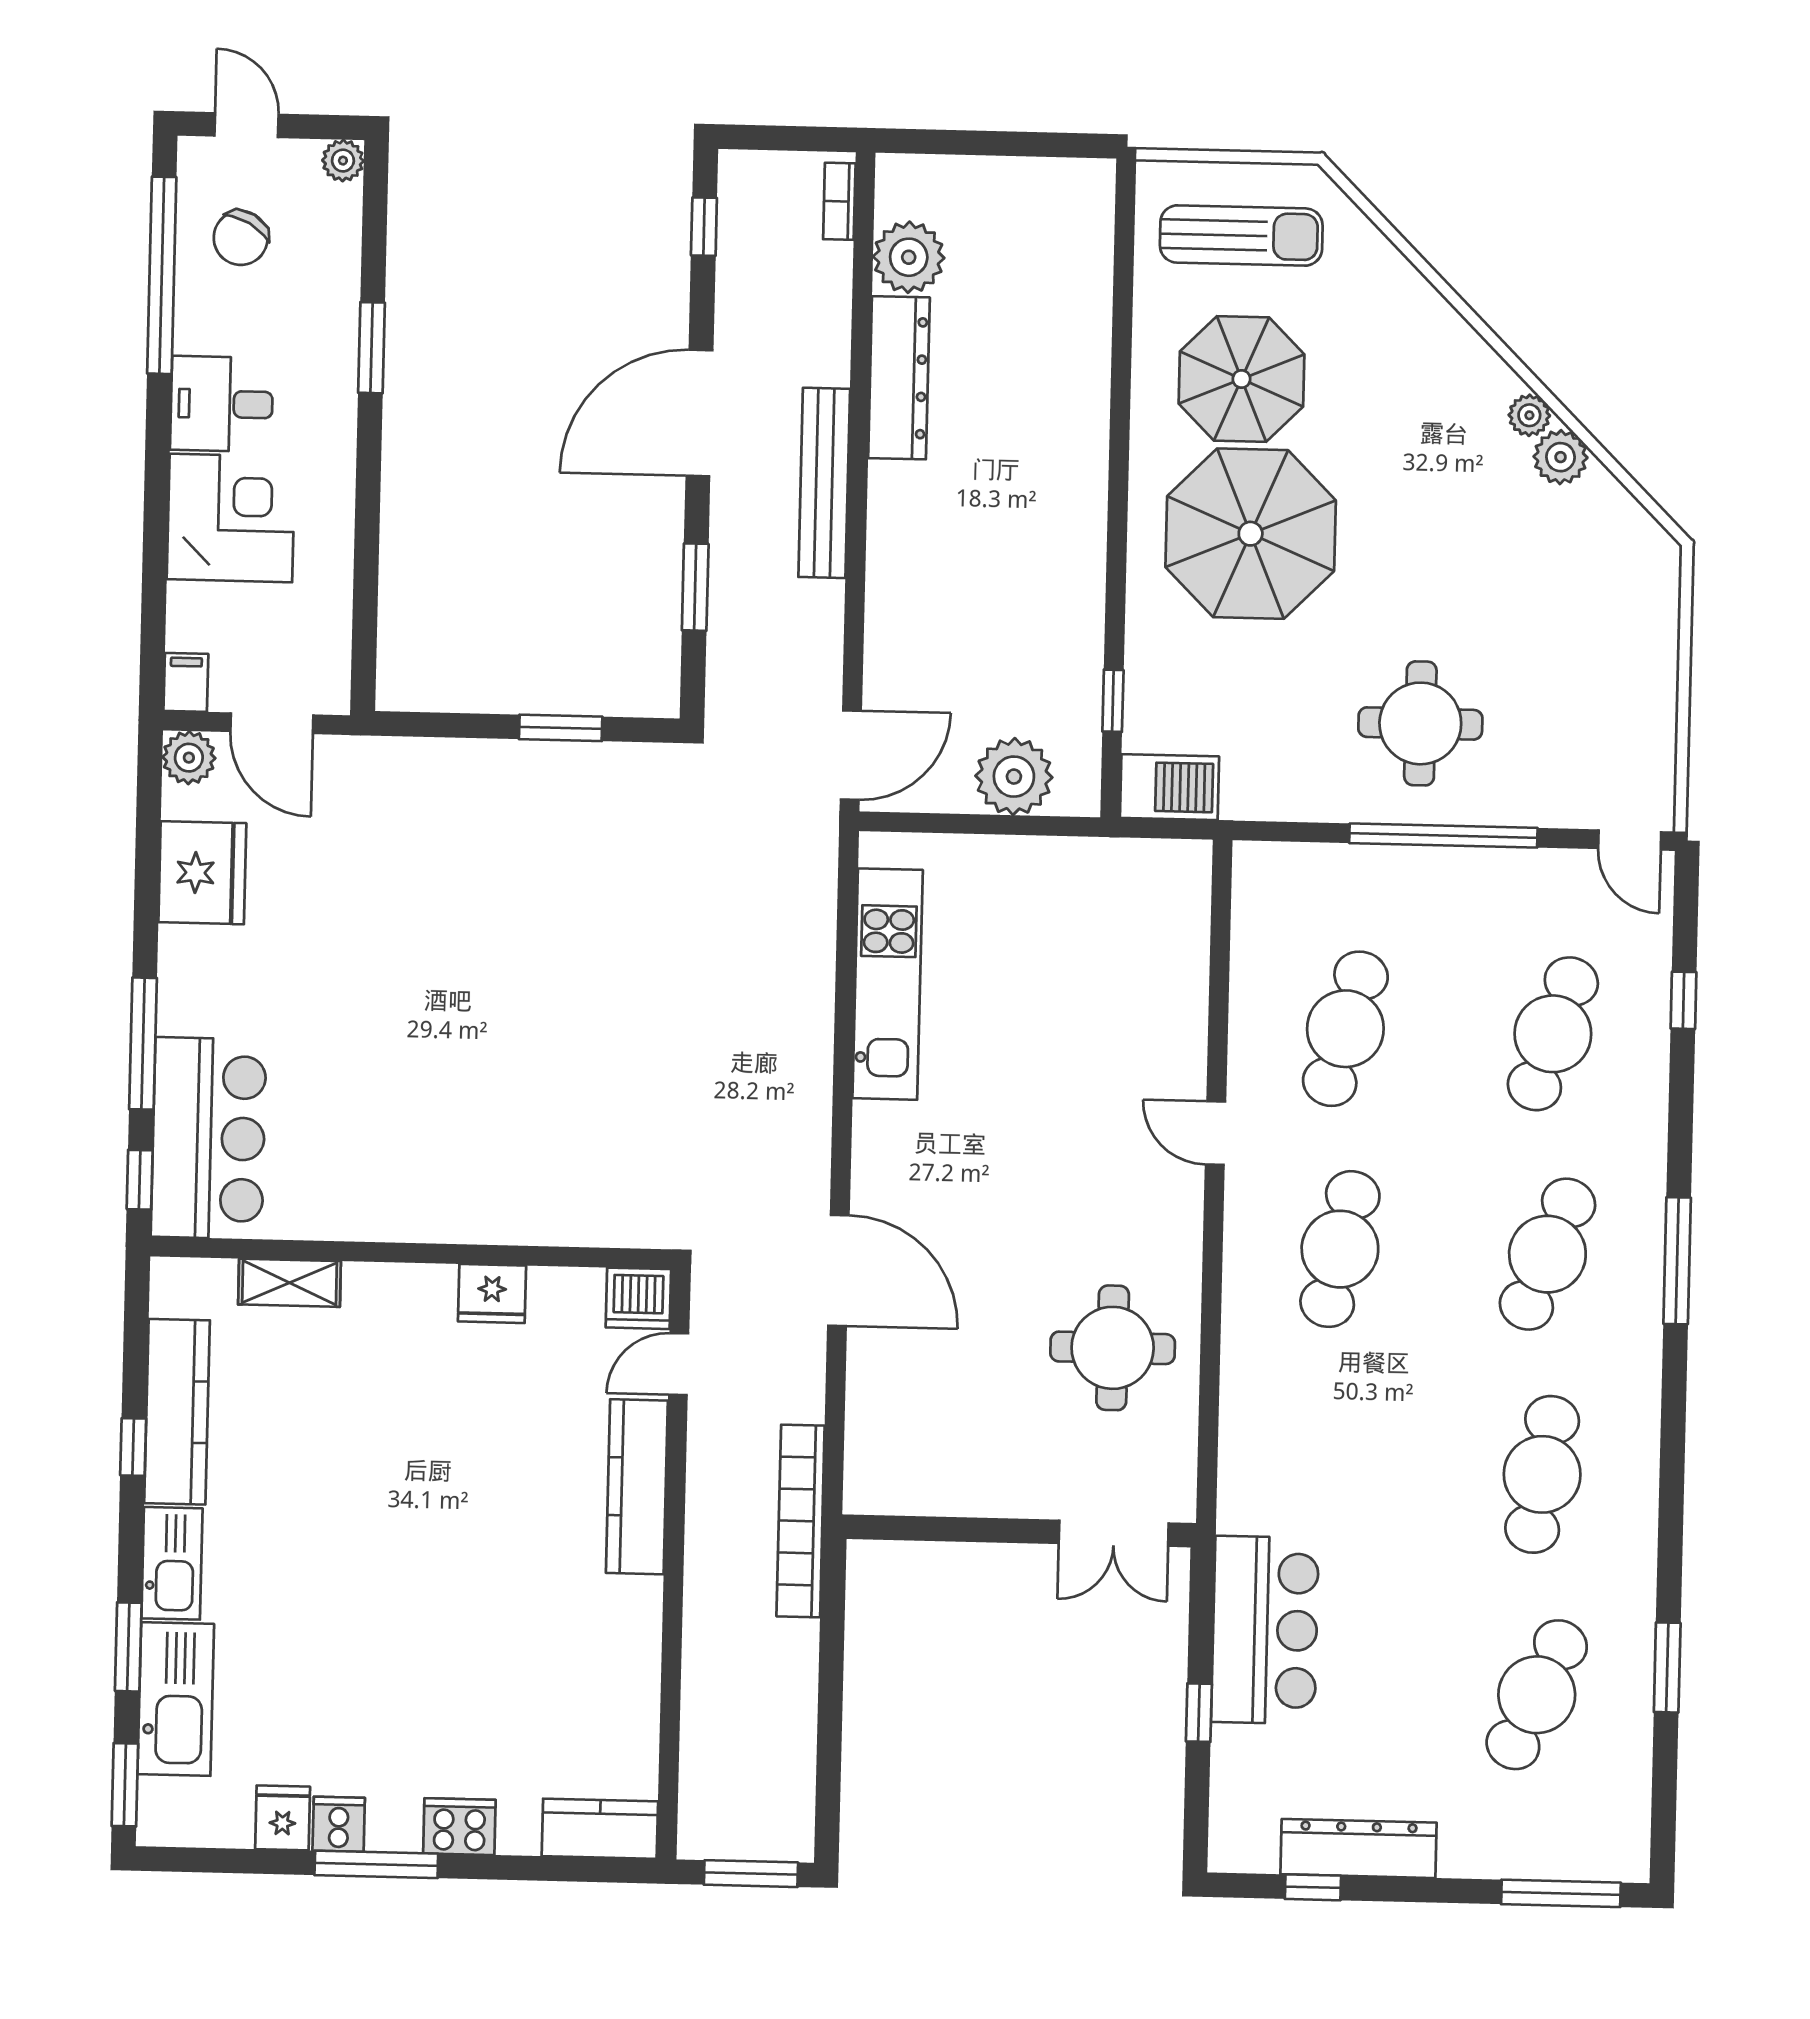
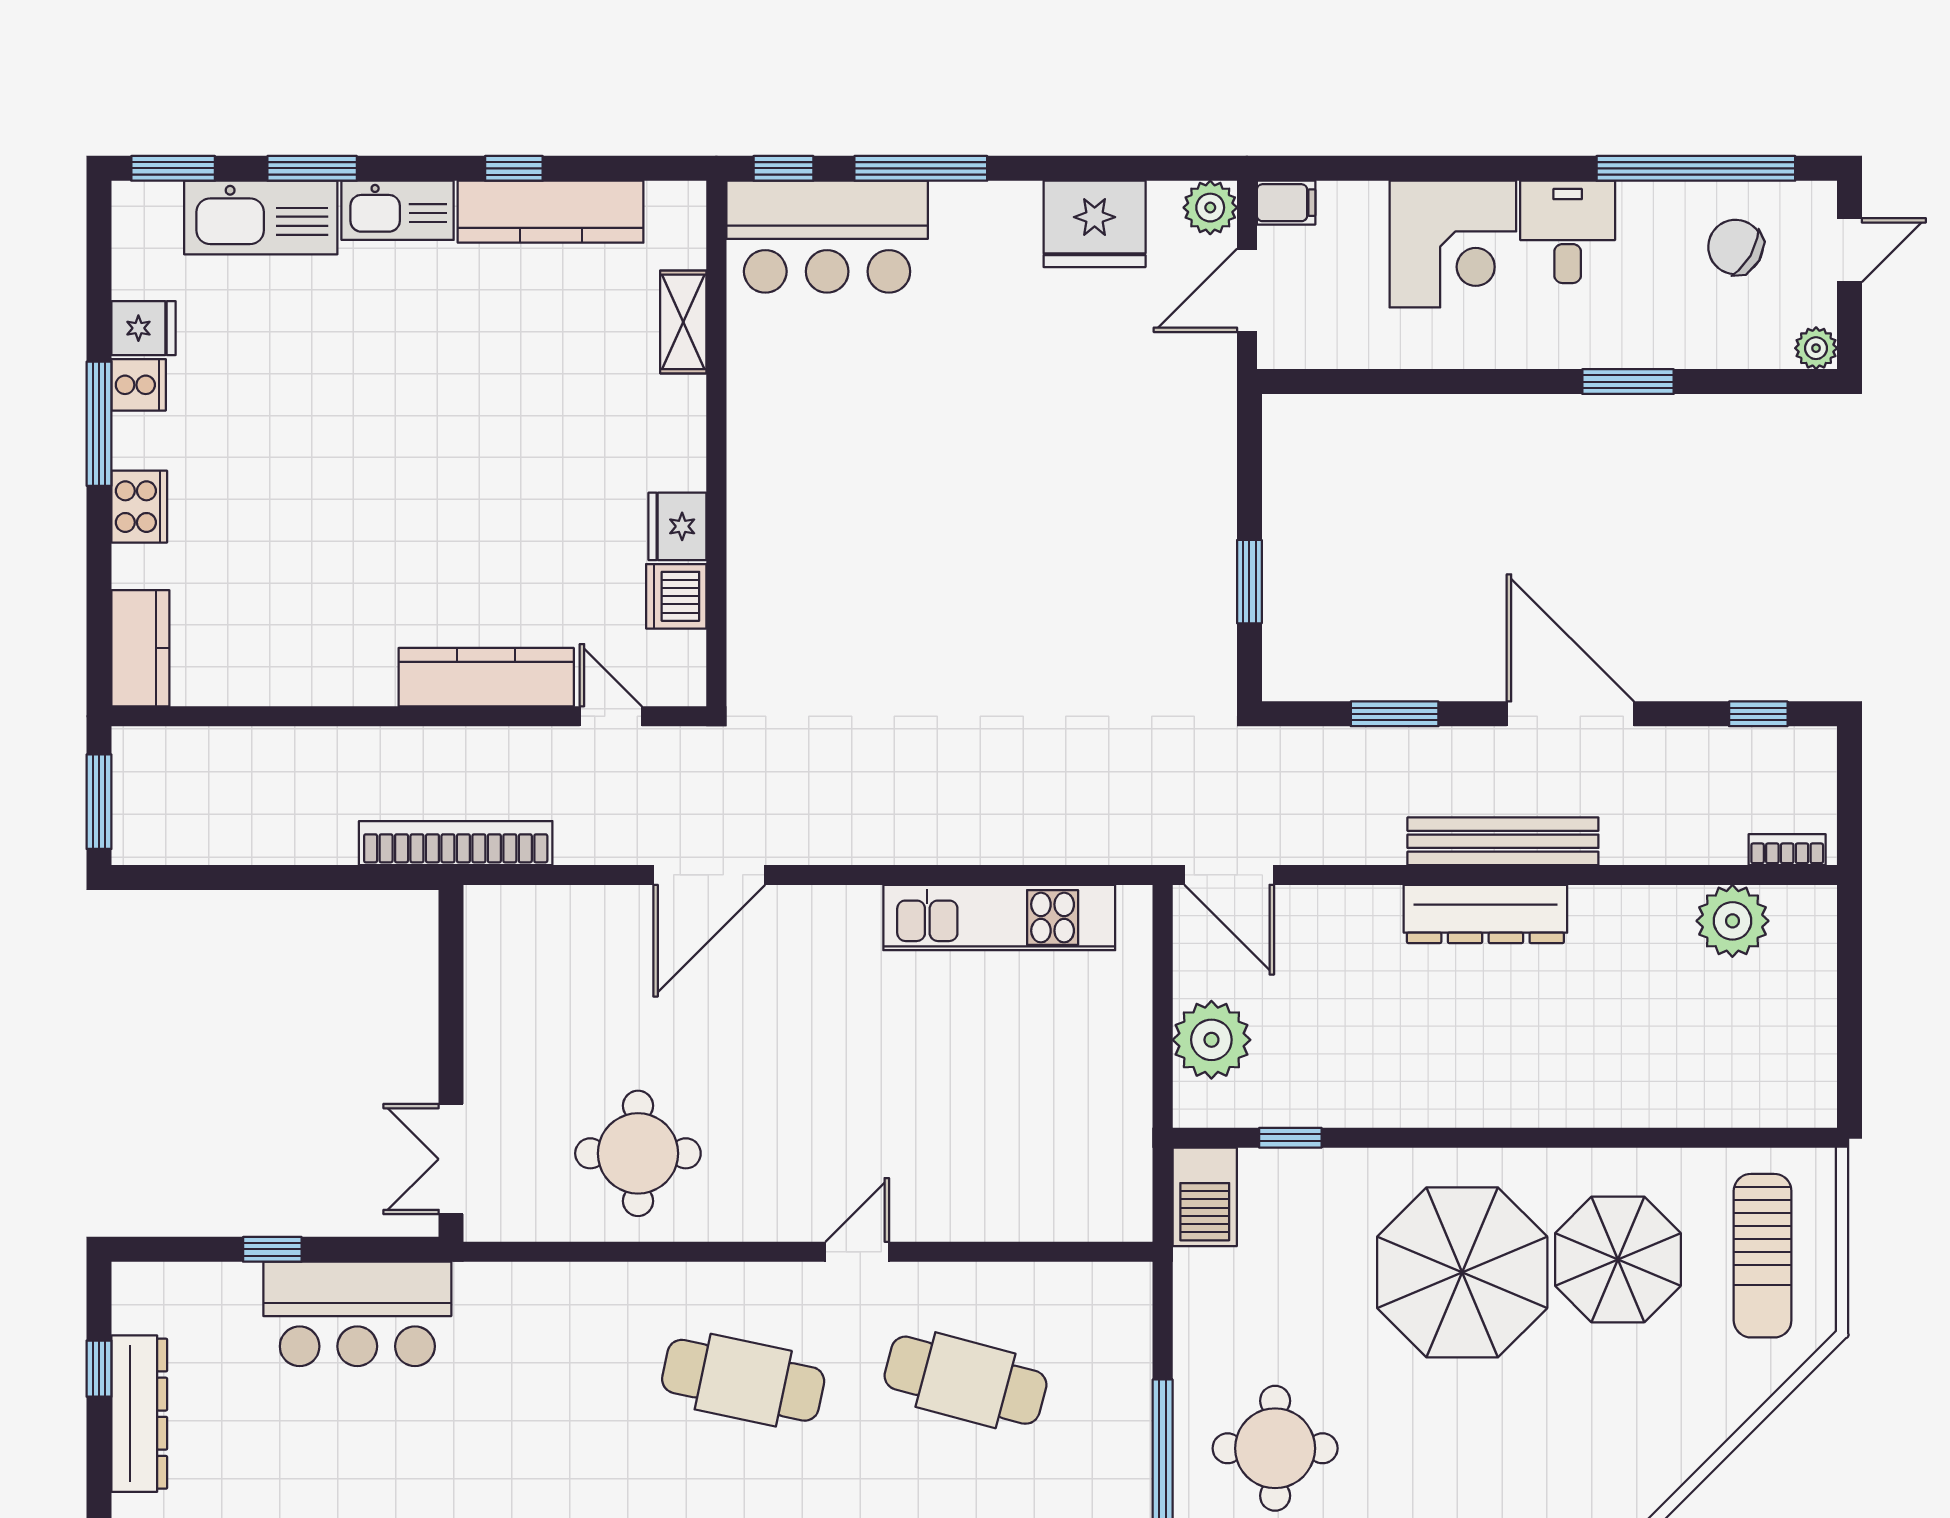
dresser: (899, 378) -> (1485, 914), moved
dishwasher: (638, 1298) -> (676, 596), moved

